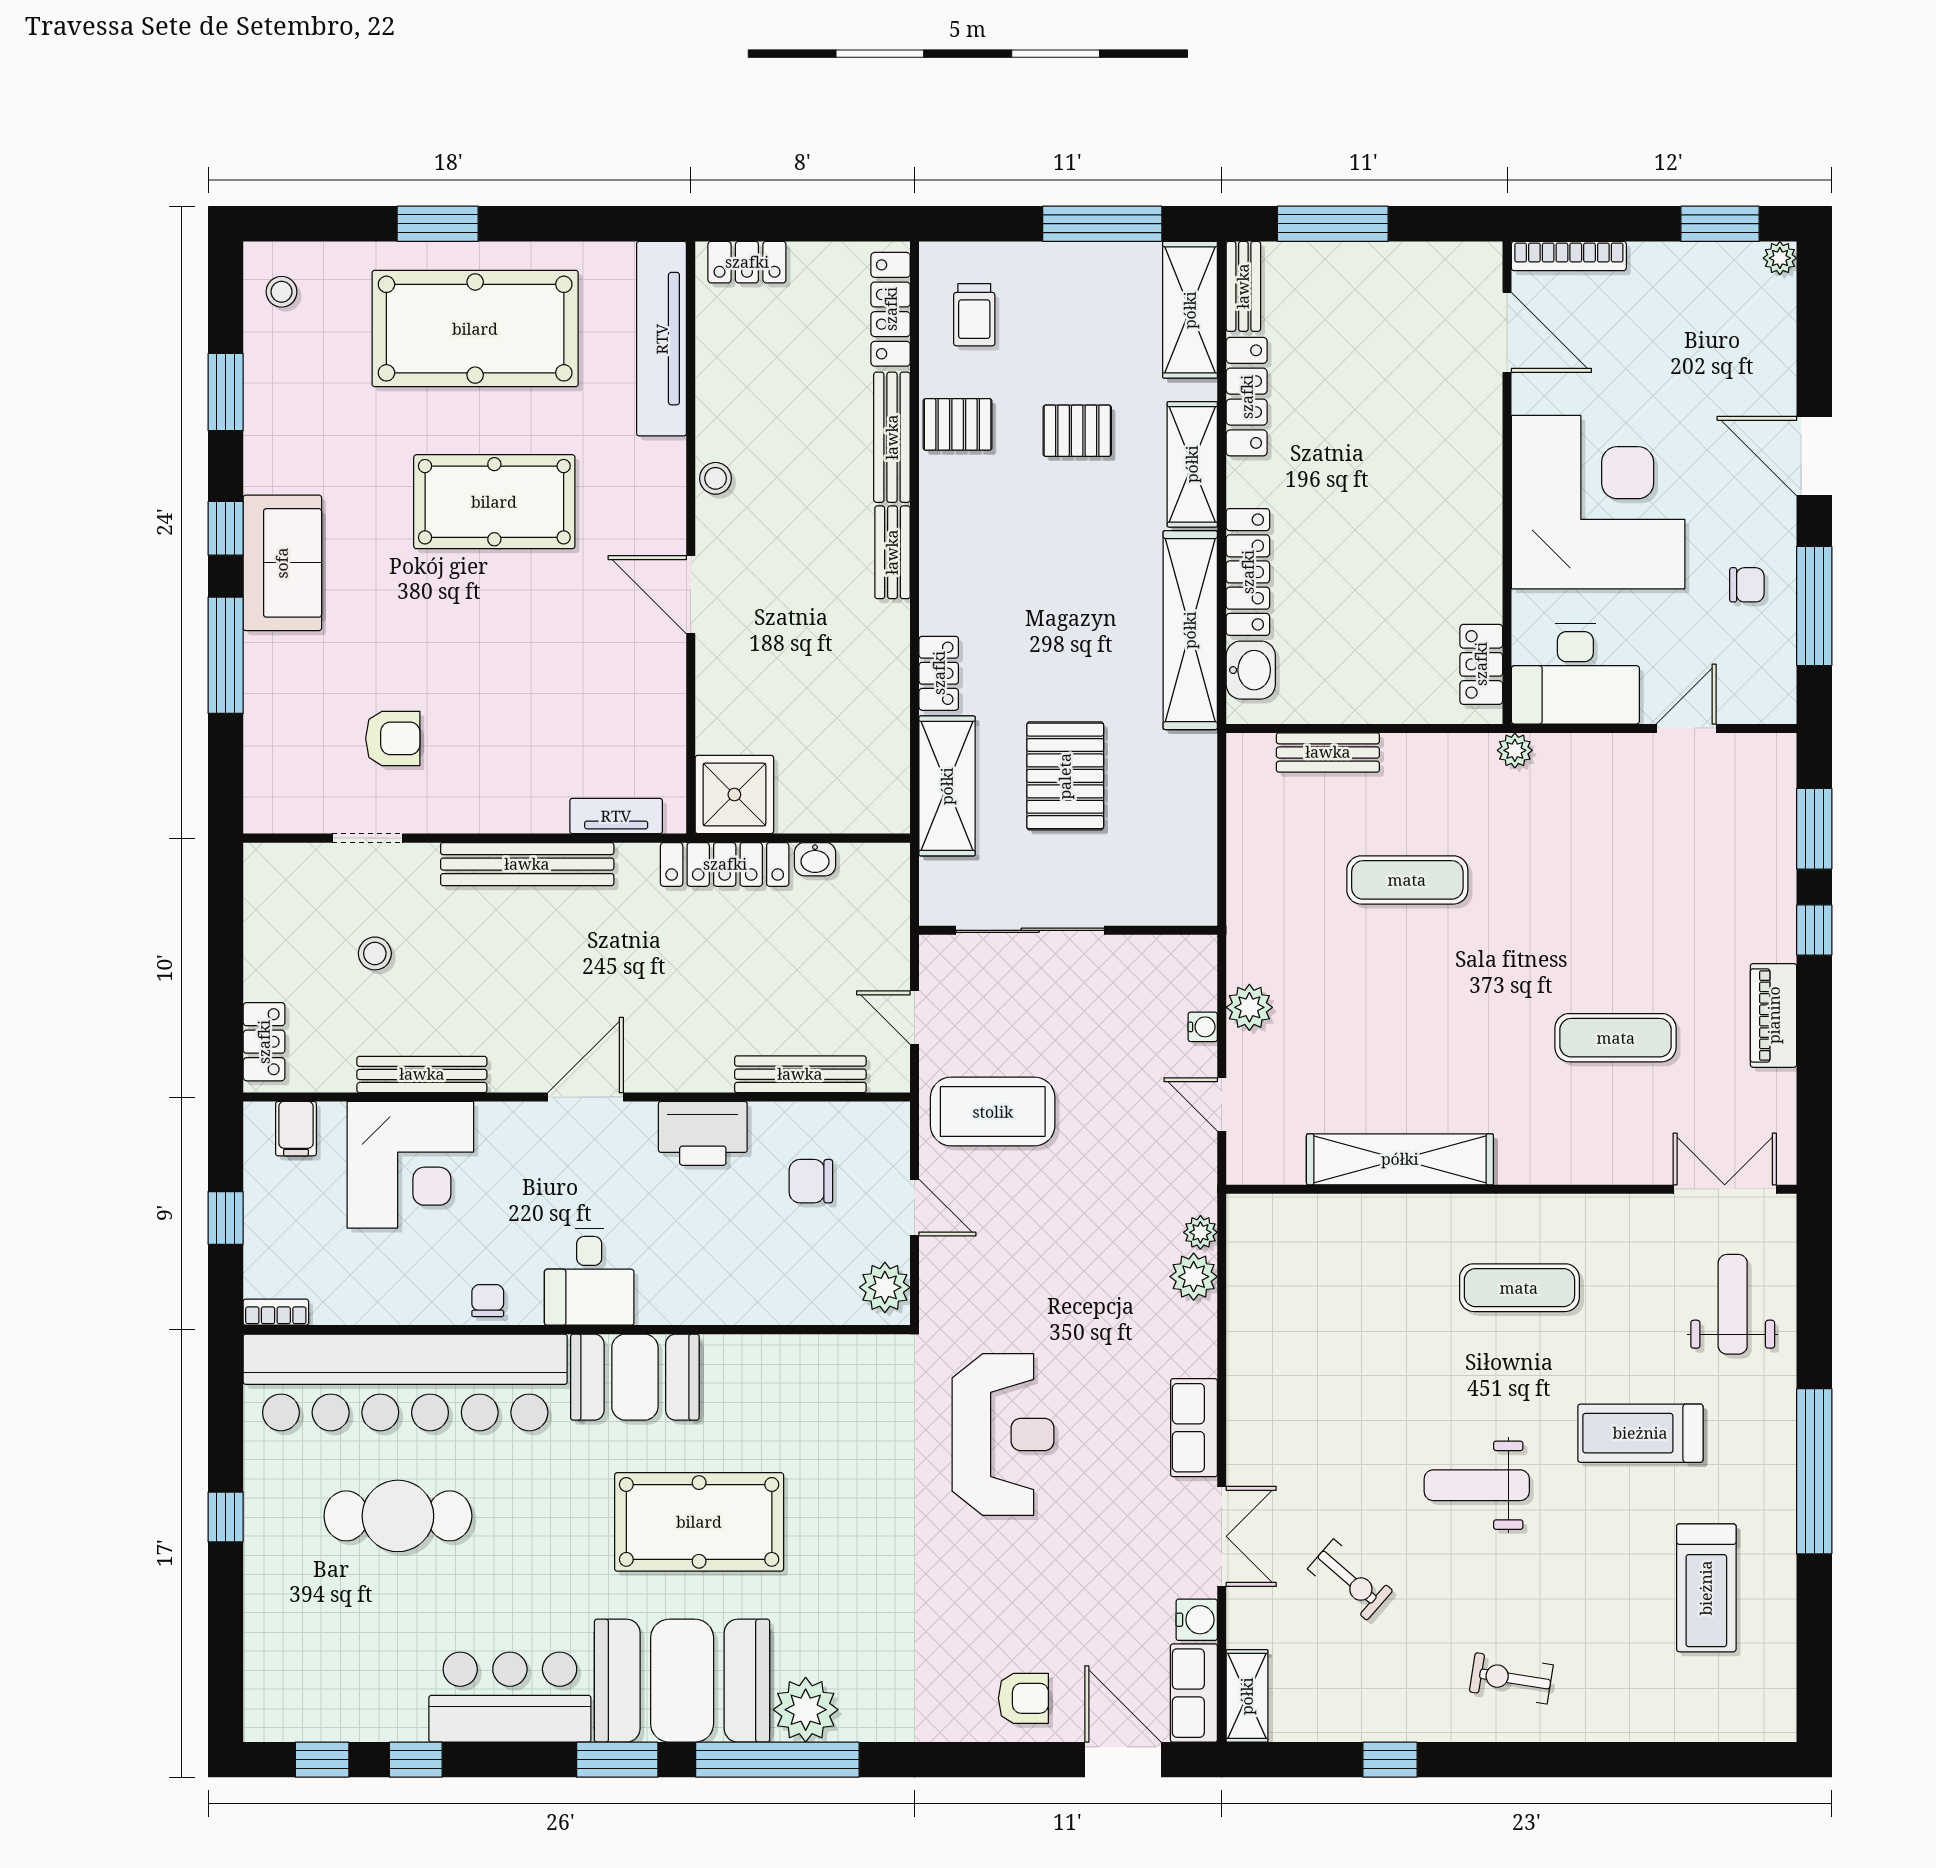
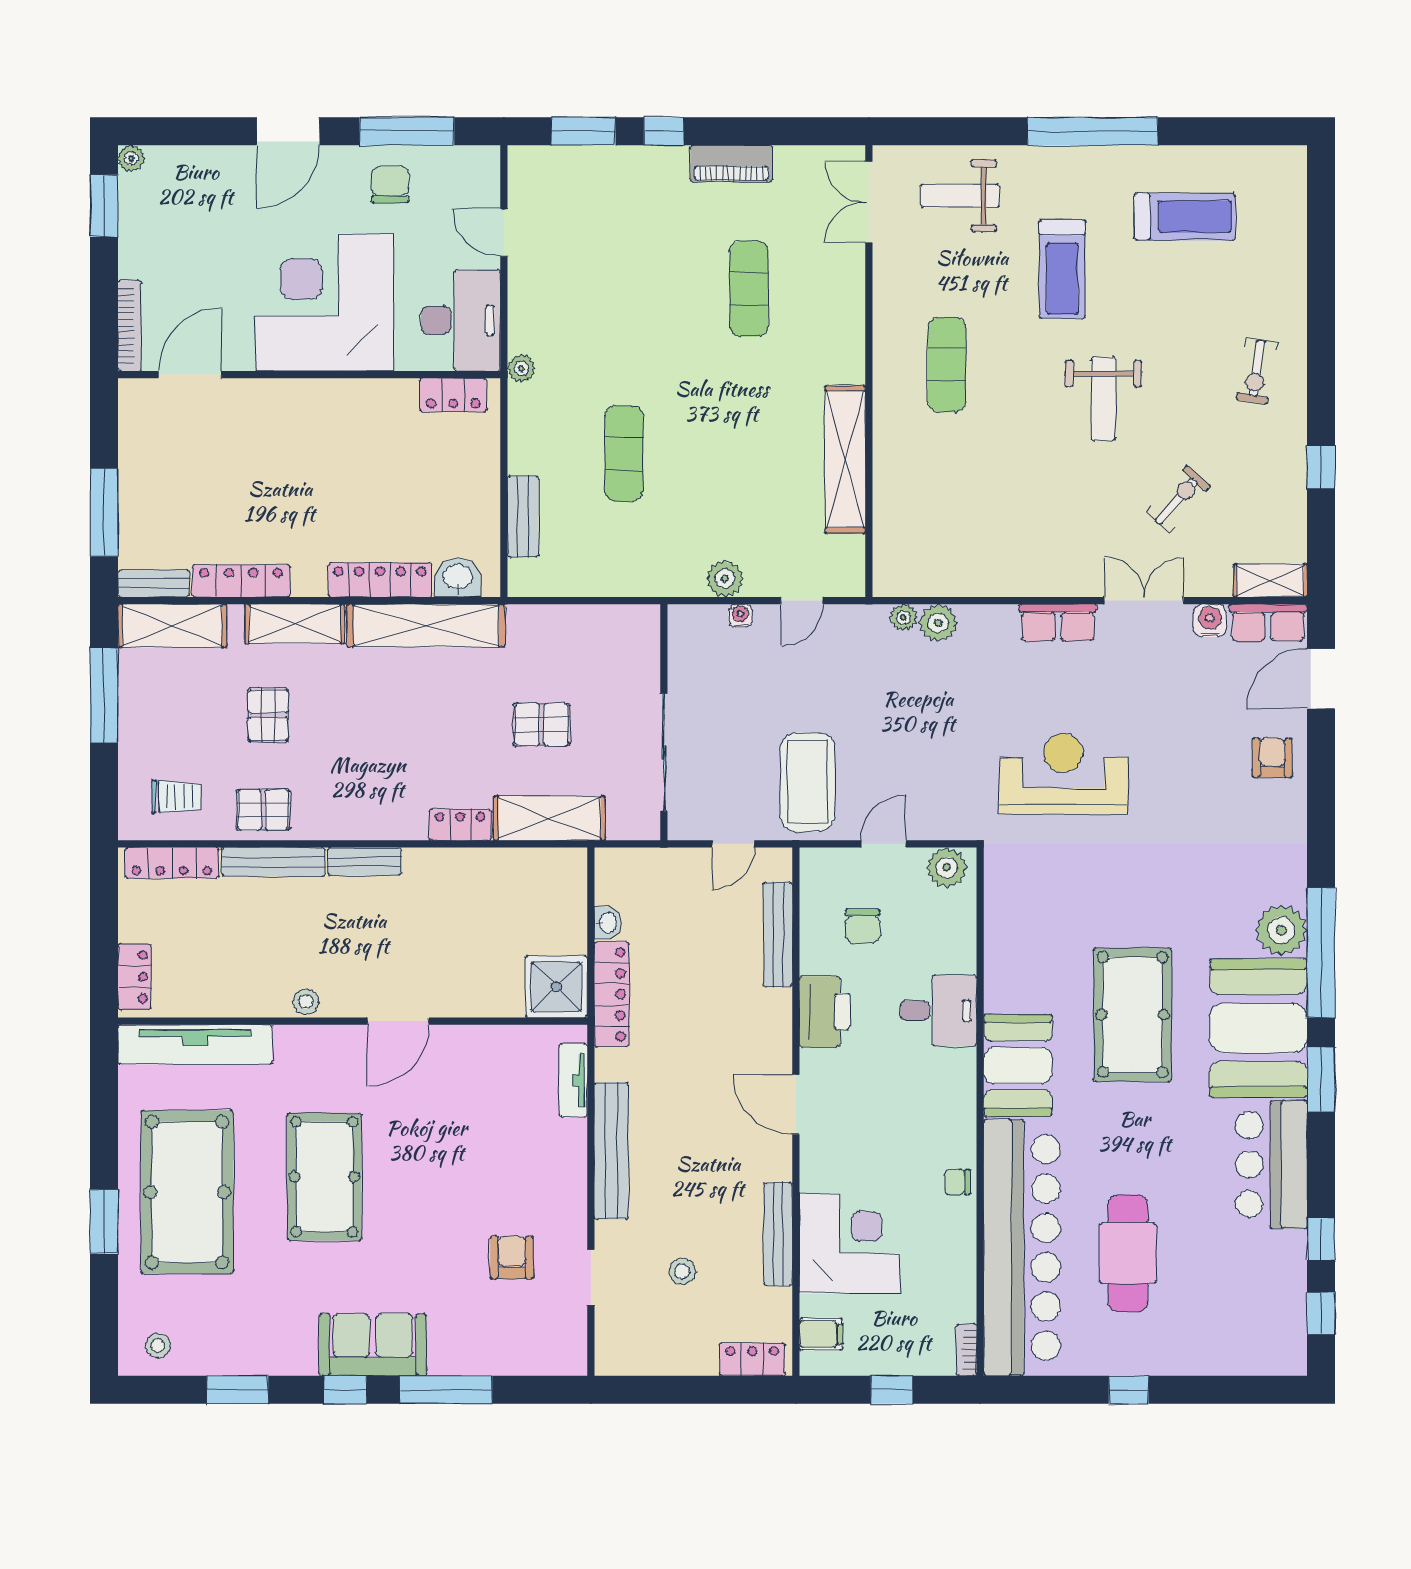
pallet: (958, 424) -> (263, 810), turned 90
chair: (1747, 585) -> (390, 185), width x1.37, depth x1.37
pallet: (1065, 776) -> (542, 725), width x0.67, depth x0.71
desk: (589, 1277) -> (938, 1011), moved

